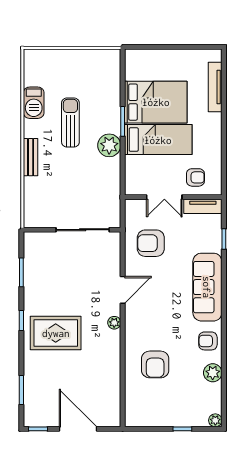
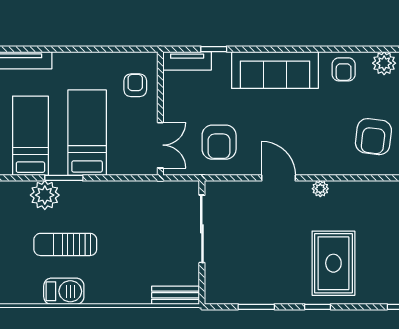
bed: (156, 102) -> (30, 136), width x0.67
barbecue: (34, 103) -> (64, 291), moved
plant: (109, 145) -> (45, 195), moved
bench: (31, 157) -> (176, 295), moved
double door: (164, 197) -> (160, 145), moved
tv unit: (203, 206) -> (187, 61), moved, turned 90
armchair: (155, 364) -> (373, 137), turned 97

